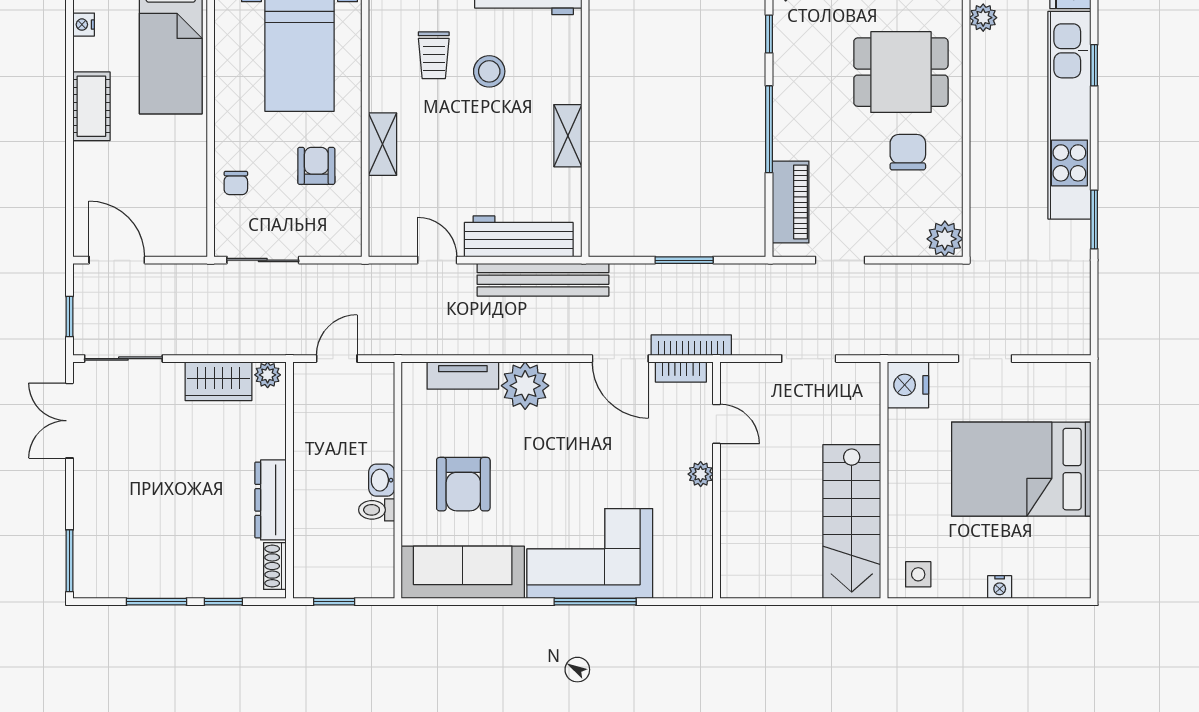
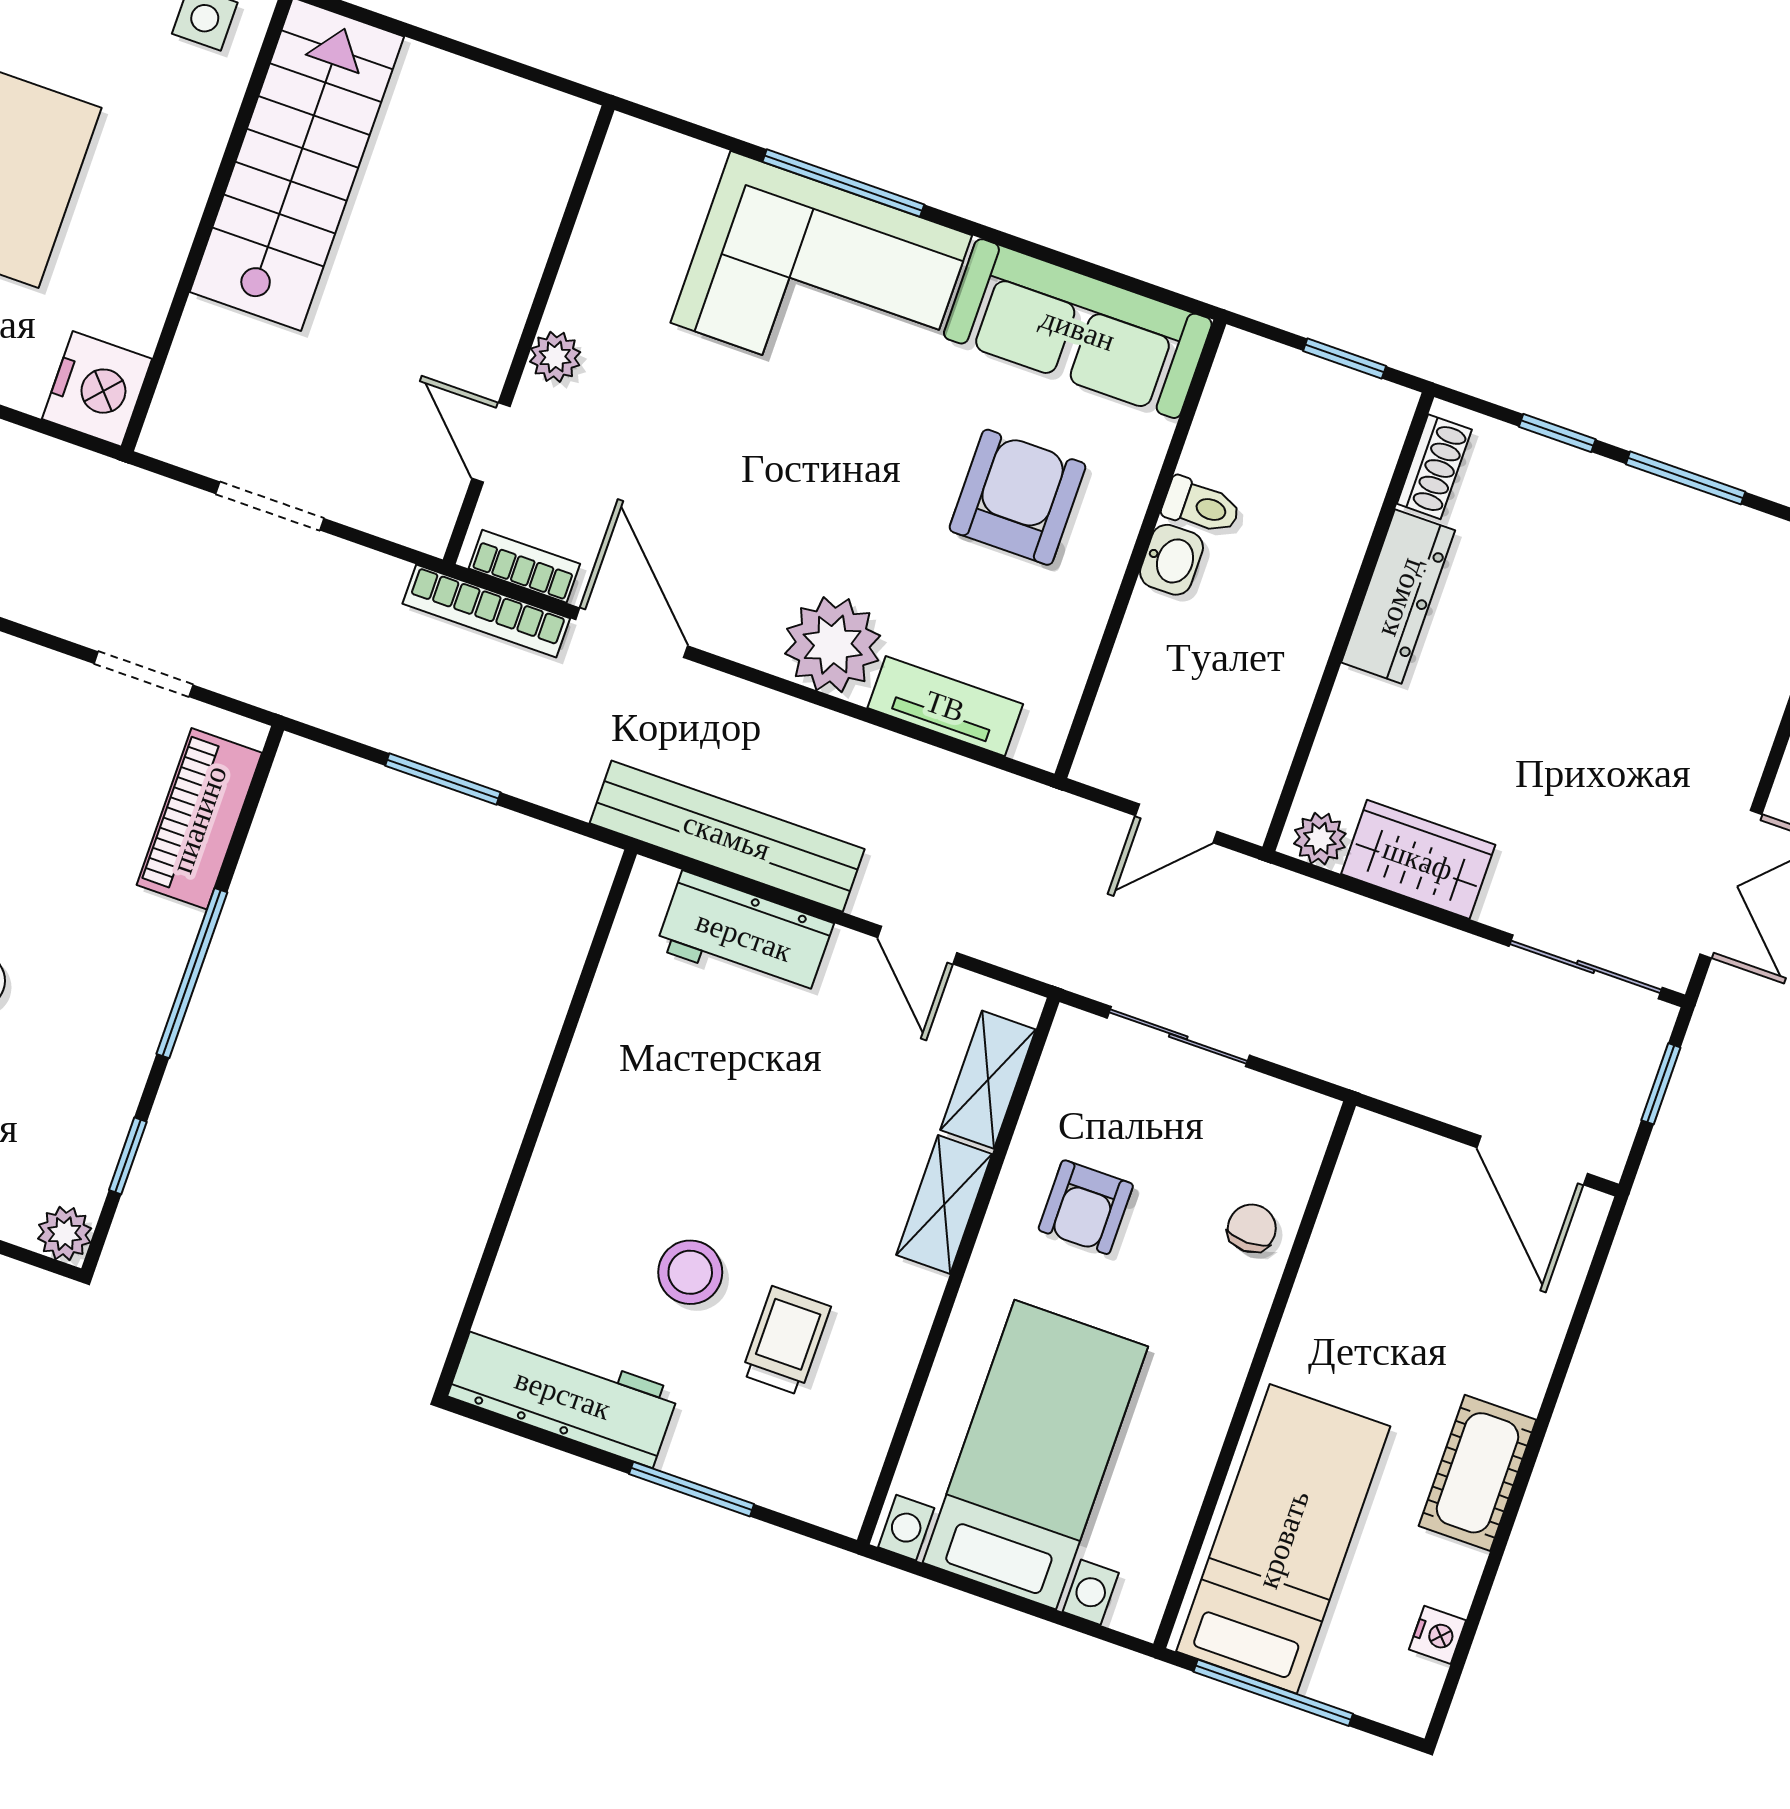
shelving: (568, 136) -> (988, 1080), moved
workbench: (519, 236) -> (744, 936), width x0.73
sliding door: (263, 260) -> (1178, 1037), moved

